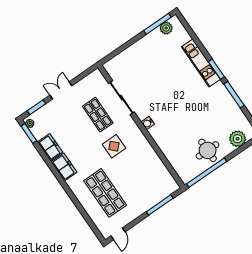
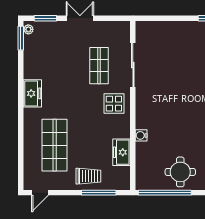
water cooler: (148, 123) -> (141, 135), moved
display table: (114, 146) -> (114, 104), moved
freezer: (50, 147) -> (121, 152), moved, turned 180
trolley: (144, 198) -> (88, 176), added

